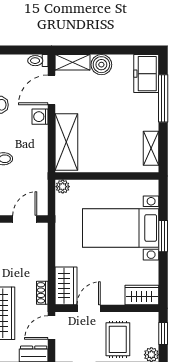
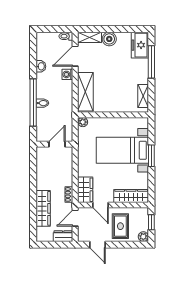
wardrobe: (142, 295) -> (131, 196), width x1.50
door: (89, 308) -> (101, 205), swing flipped

